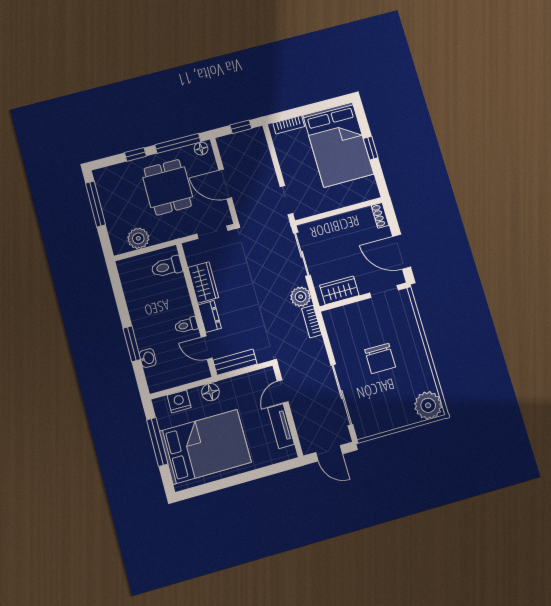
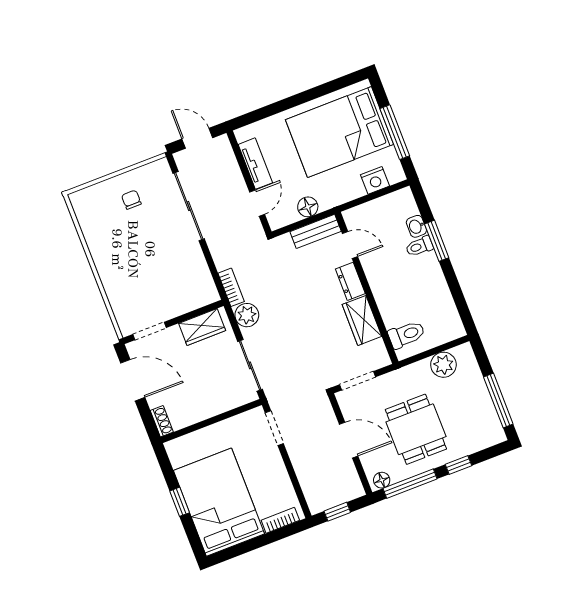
toilet: (186, 325) -> (419, 246), moved, turned 180
chair: (380, 358) -> (131, 200), moved, width x0.54, depth x0.54
floor lamp: (210, 392) -> (308, 207), moved
plant: (428, 405) -> (88, 204), removed

